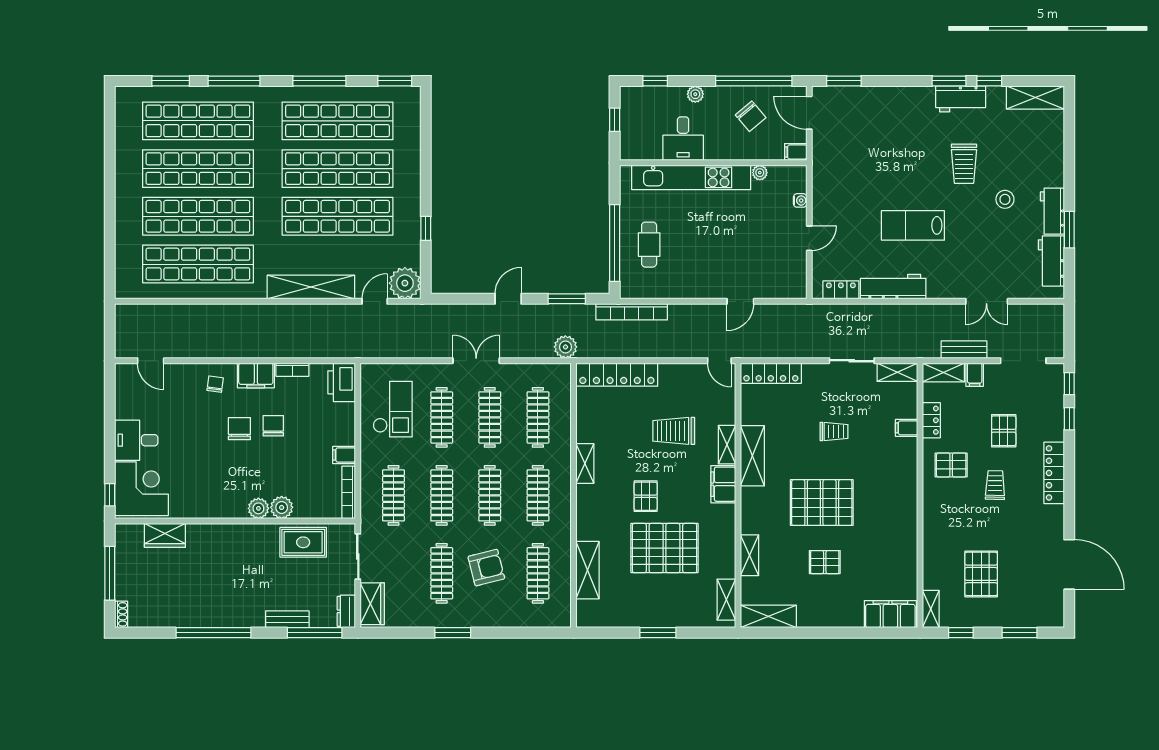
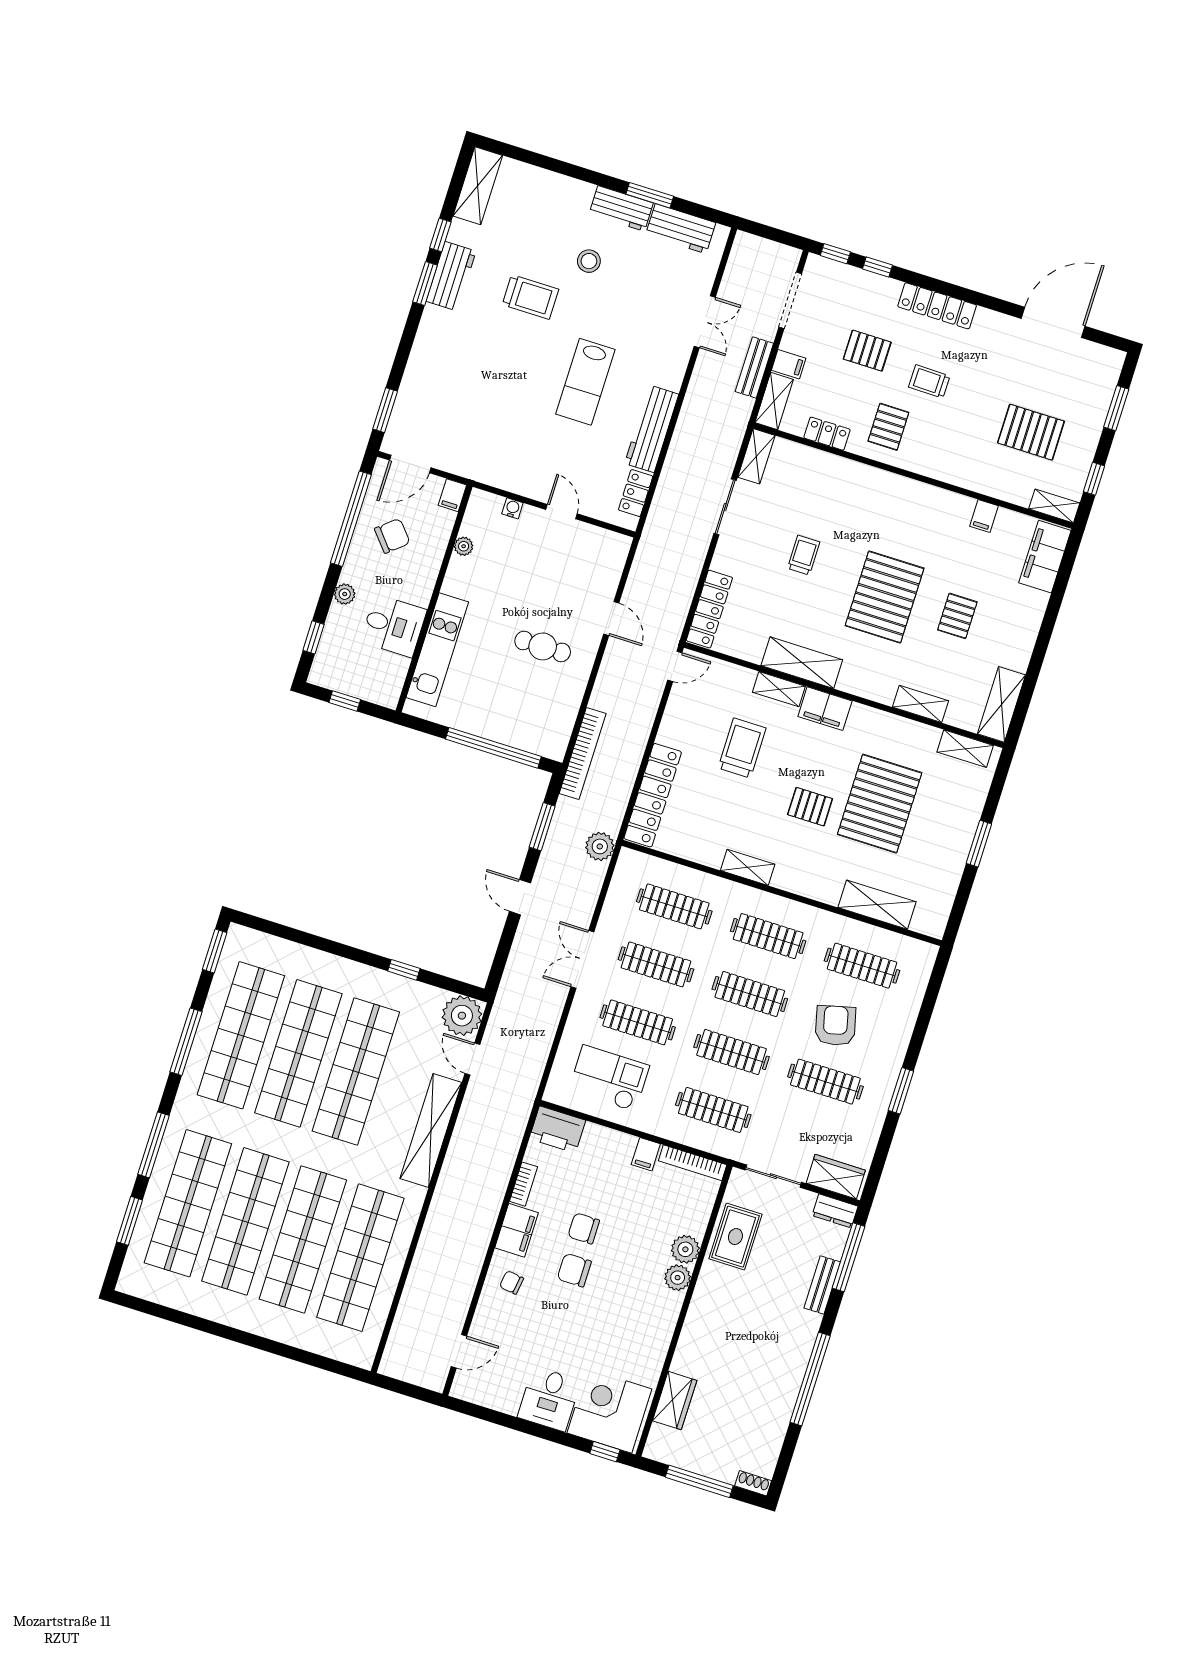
kitchen unit: (691, 177) -> (437, 650), width x0.73
cafe table: (649, 245) -> (543, 646), moved
filing cabinet: (907, 428) -> (984, 516), moved
trolley: (674, 431) -> (742, 748), turned 180

